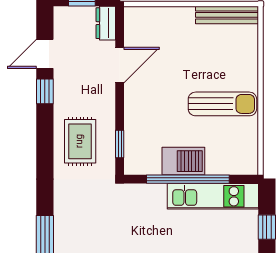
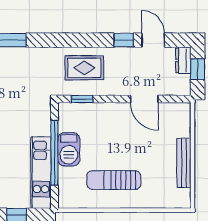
bench: (227, 15) -> (184, 163), moved
dresser: (106, 23) -> (183, 60), moved, turned -90
sun lounger: (222, 104) -> (114, 180), turned 90

